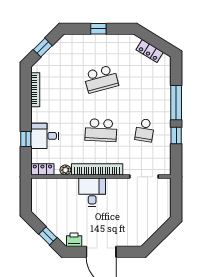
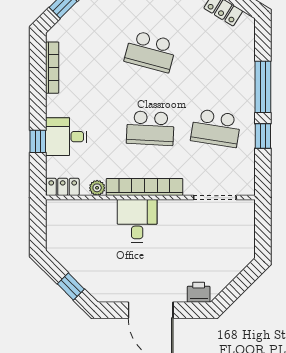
school desk: (101, 79) -> (150, 51), turned 30
school desk: (145, 130) -> (216, 128), width x1.85
printer: (74, 240) -> (199, 292), moved

